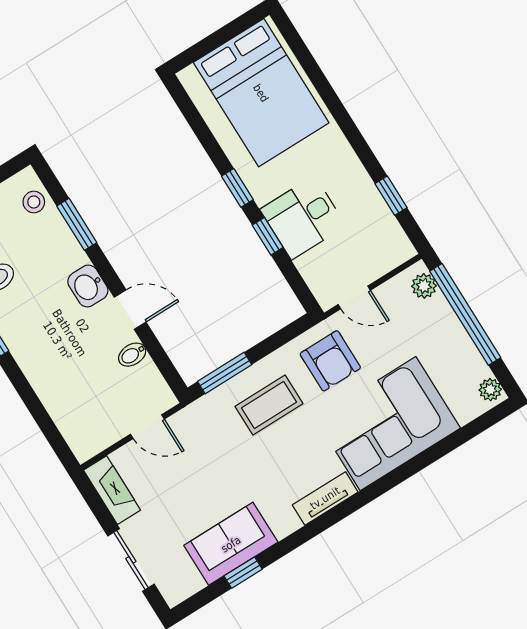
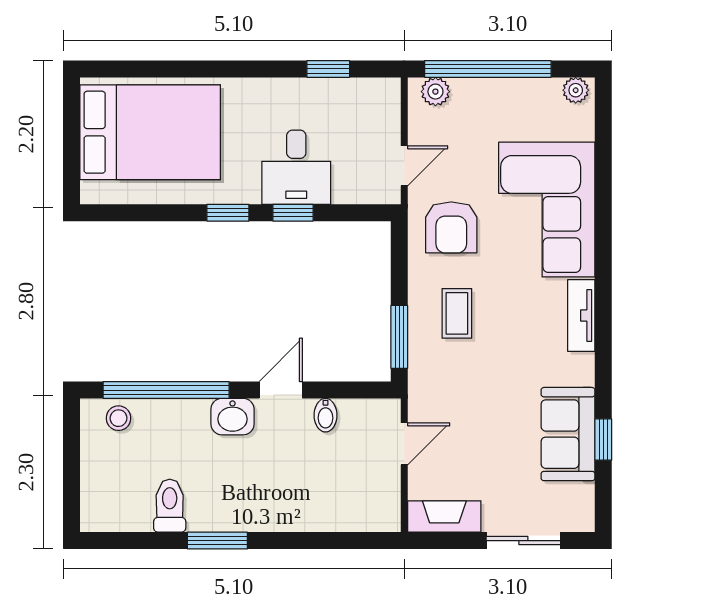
window: (77, 224) -> (166, 390), width x2.11
armchair: (330, 361) -> (451, 227), turned 90
coffee table: (269, 405) -> (457, 313), width x0.73, depth x0.77

